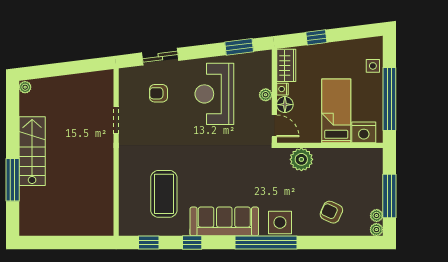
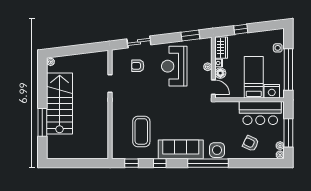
stairs: (32, 151) -> (60, 103), width x1.36, depth x1.51
plant: (301, 159) -> (231, 109), removed
bar counter: (346, 166) -> (260, 113), added

